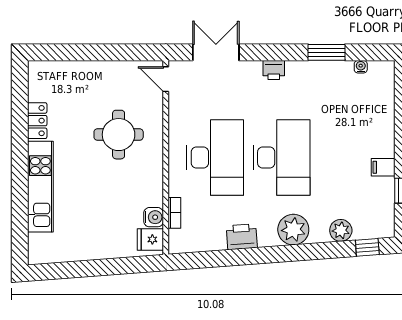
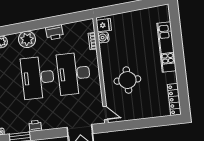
printer: (274, 70) -> (35, 126), moved
locker: (37, 121) -> (174, 99), moved, width x1.53

